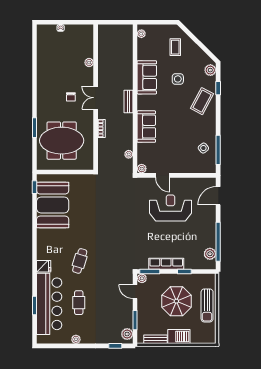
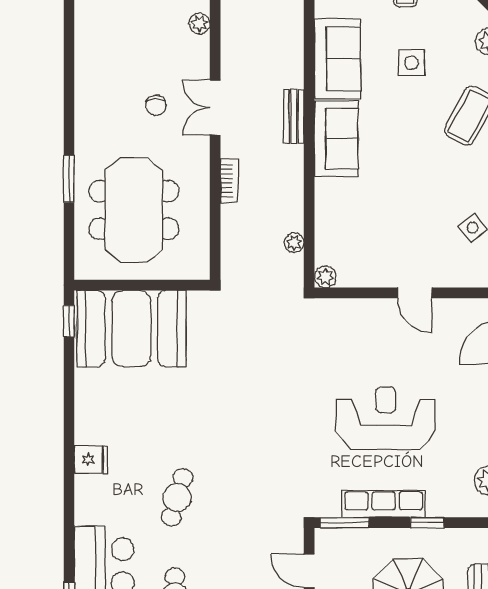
sofa: (146, 127) -> (336, 139), moved
meeting table: (62, 141) -> (134, 210), turned 90
door: (163, 175) -> (415, 293), moved
booth: (53, 205) -> (131, 329), moved, turned 90
reception desk: (170, 208) -> (386, 418), moved
fridge: (44, 266) -> (91, 459), moved
plant: (142, 278) -> (326, 539), removed

